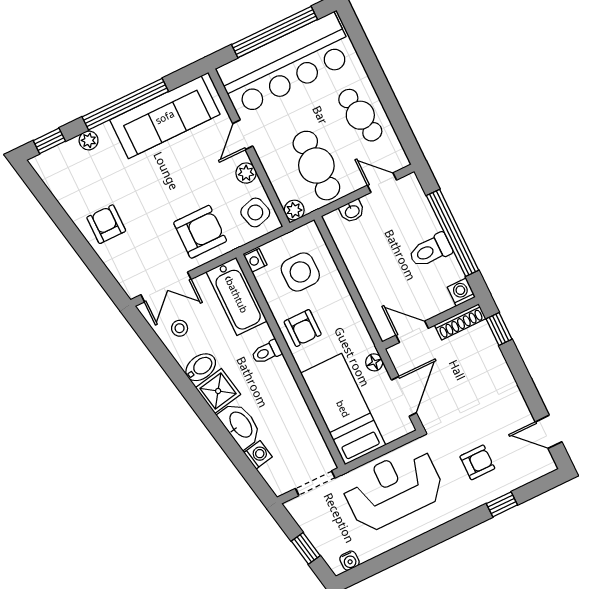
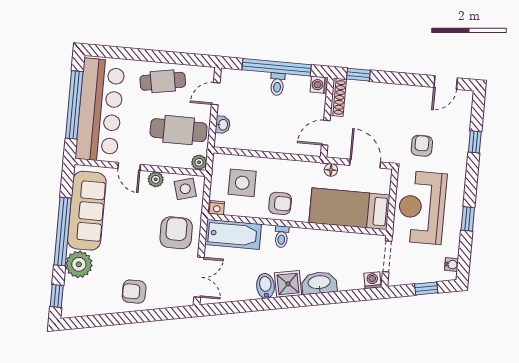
plant: (89, 140) -> (79, 264), width x1.88, depth x1.88
toilet: (430, 250) -> (277, 84), width x0.73, depth x0.72
stool: (180, 328) -> (231, 284), removed
washing machine: (258, 455) -> (372, 280), moved
armchair: (477, 462) -> (422, 146), moved
window: (411, 548) -> (468, 219), added

